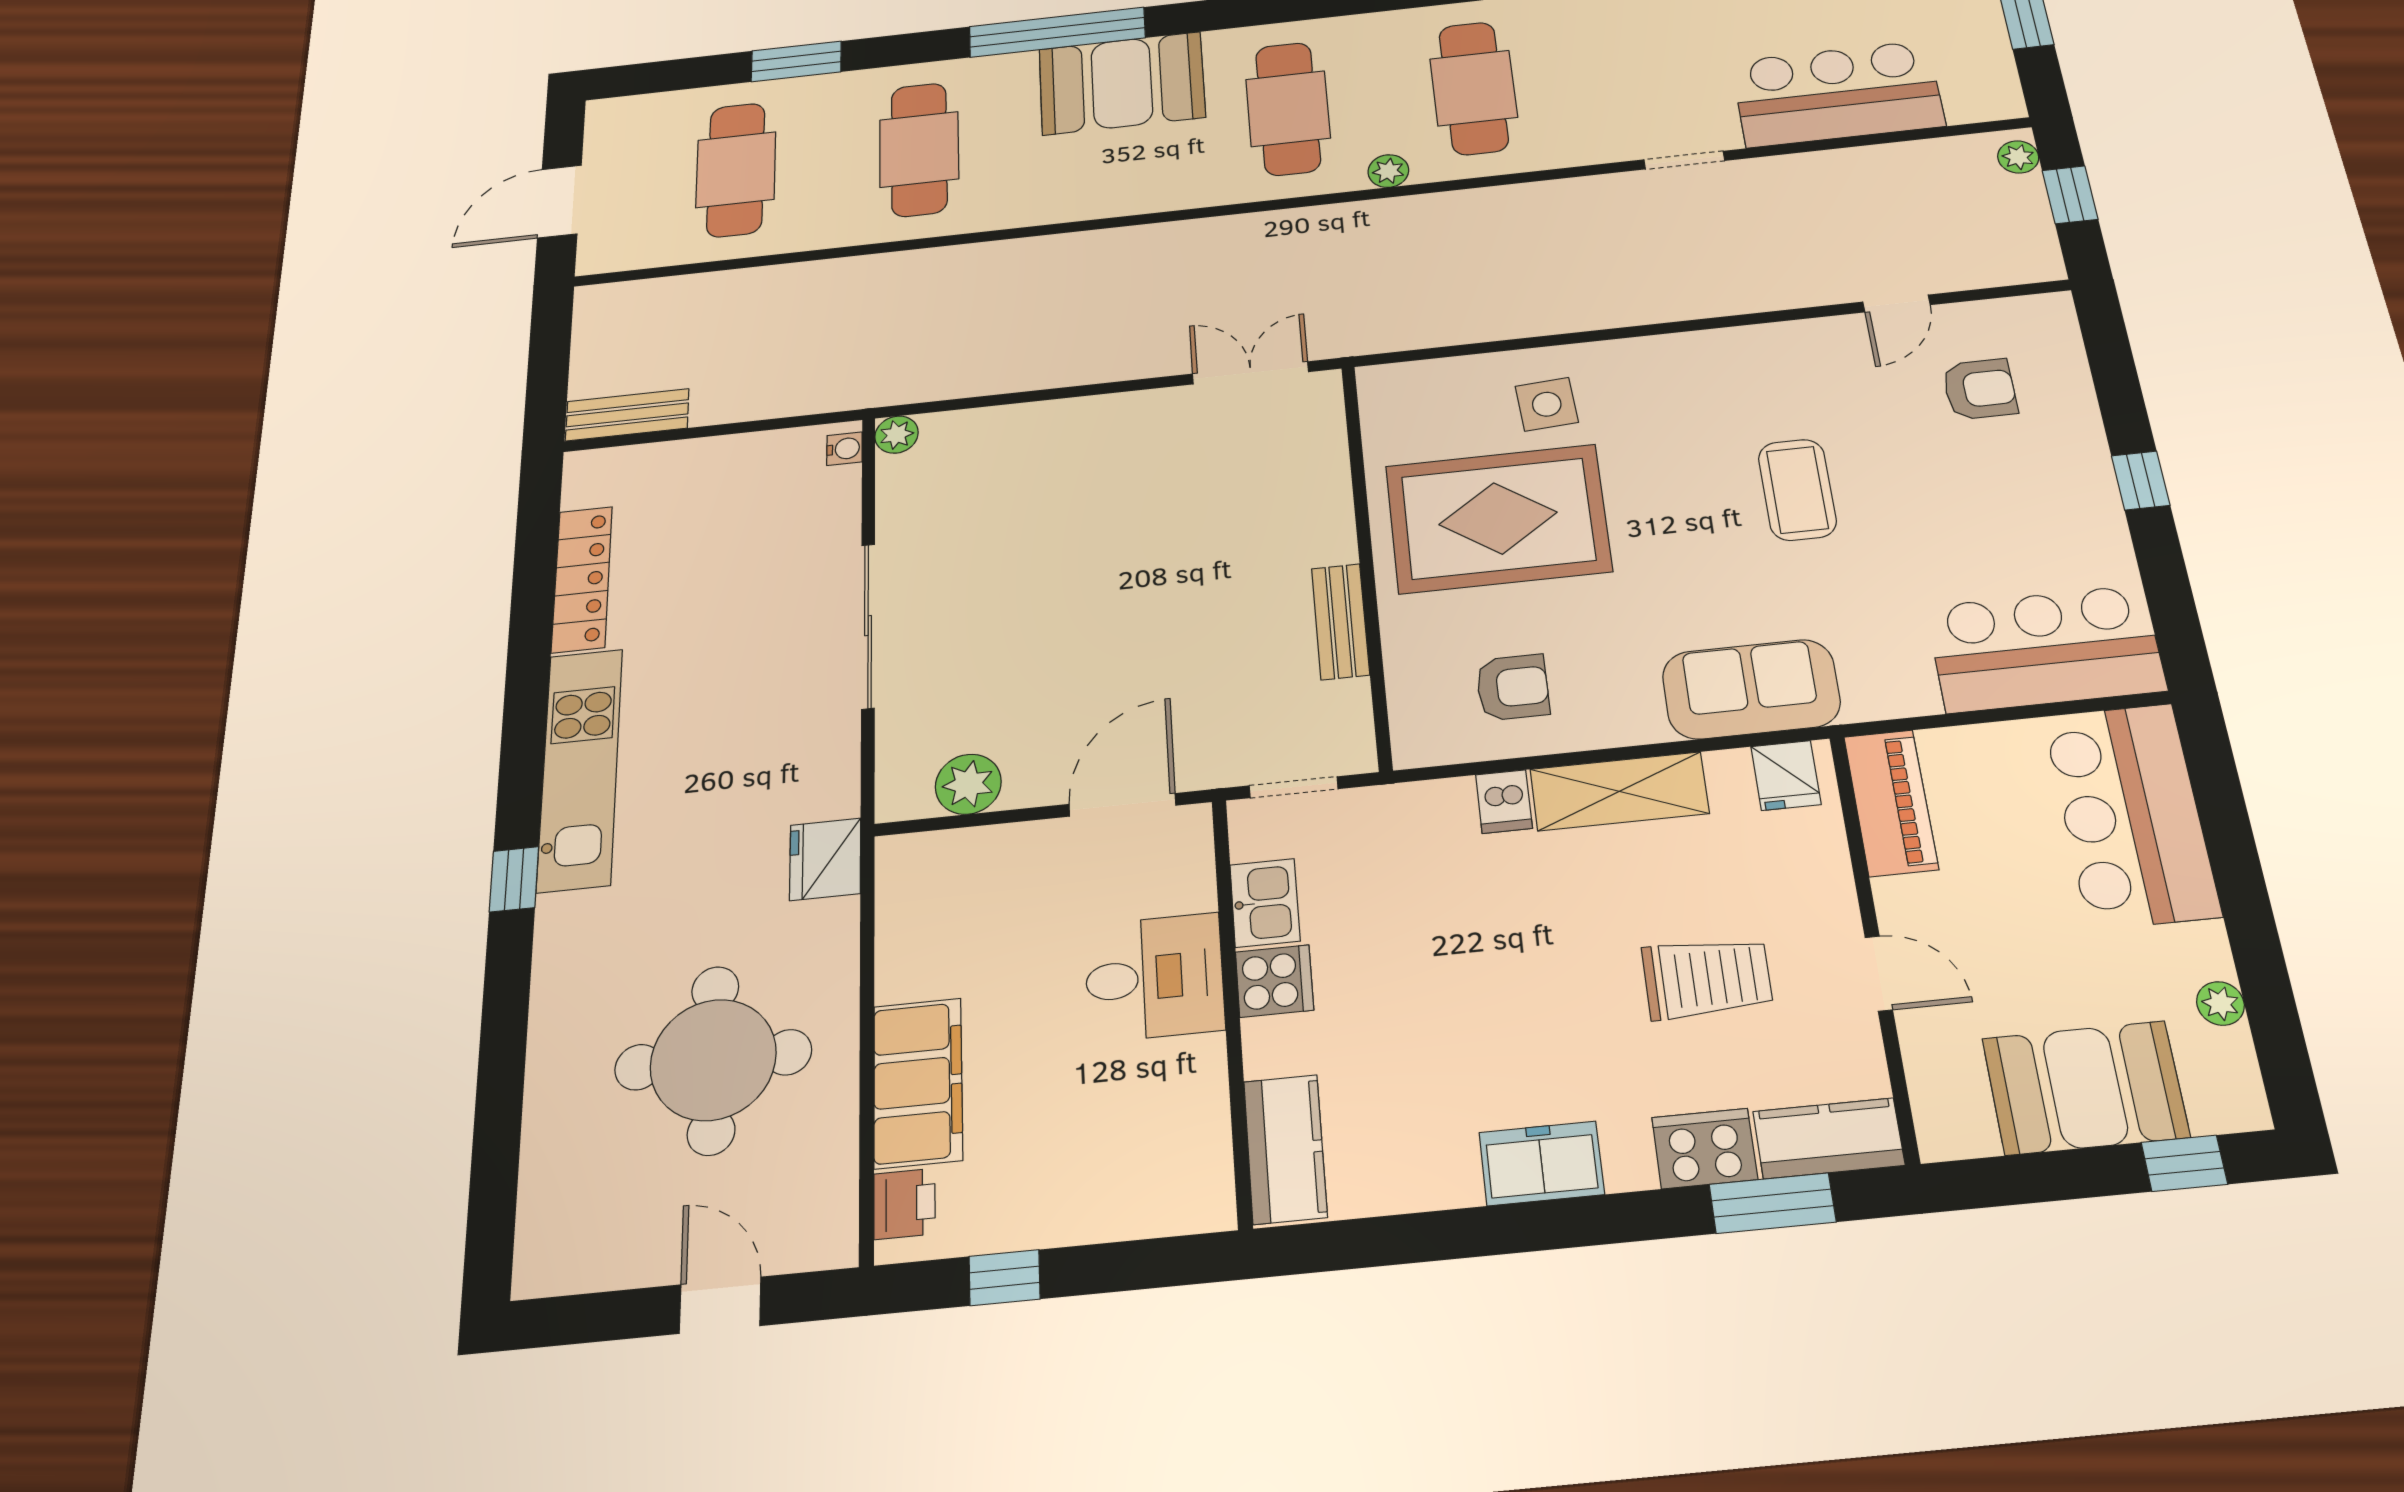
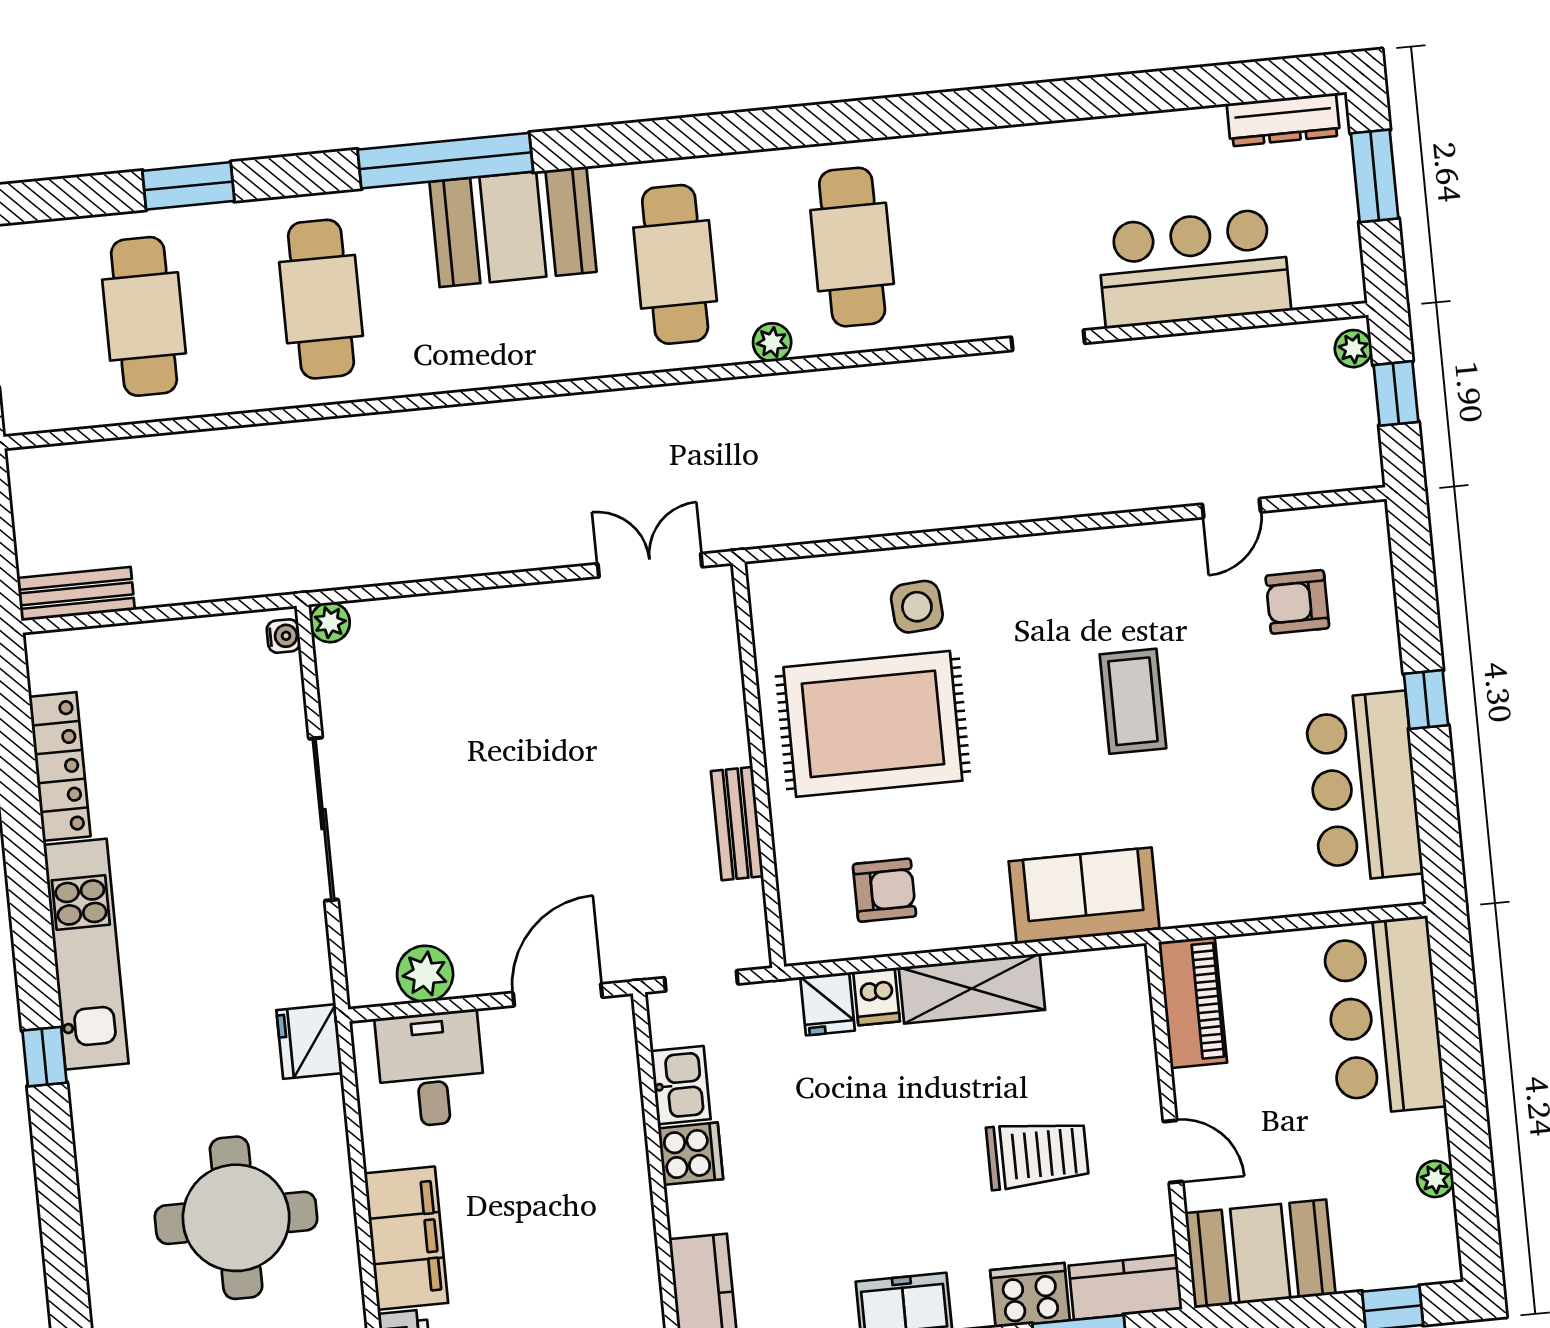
armchair: (1980, 389) -> (1297, 602), turned 180
bar counter: (2045, 649) -> (1364, 787), moved, turned -90
fridge: (1786, 775) -> (828, 1004), moved
desk: (1154, 977) -> (431, 1069), moved, turned -90
booth: (2085, 1088) -> (1260, 1254), moved

